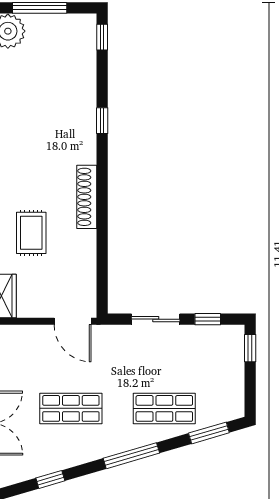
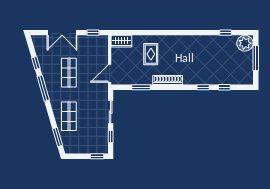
window: (102, 37) -> (224, 87), moved
rug: (31, 233) -> (151, 54), turned 90
window: (102, 254) -> (141, 87), added
window: (131, 456) -> (43, 88), moved

